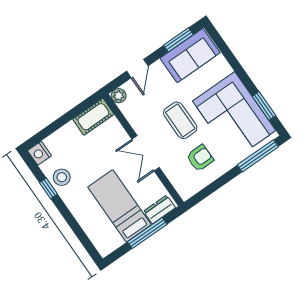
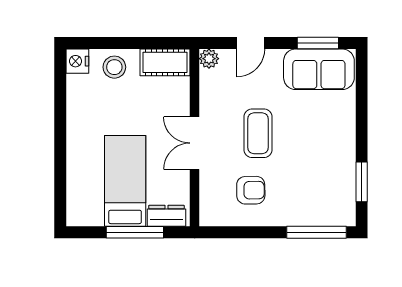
corner sofa: (234, 116) -> (321, 170), removed
stool: (62, 177) -> (114, 67), moved
window: (49, 188) -> (60, 107), removed

